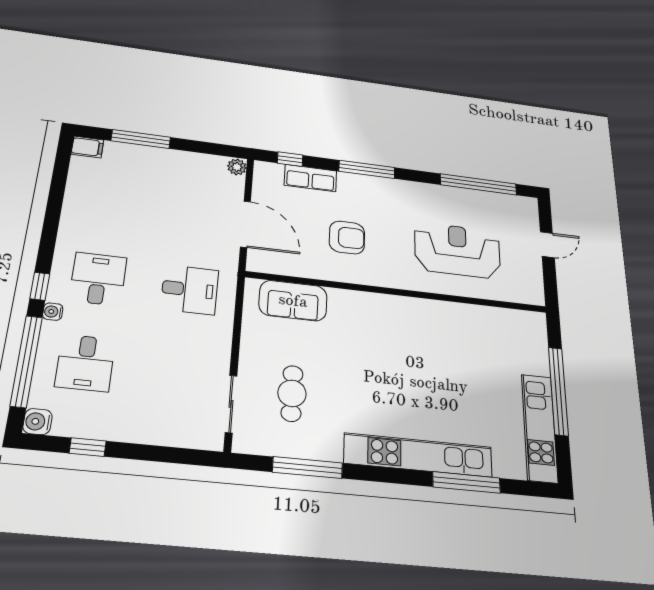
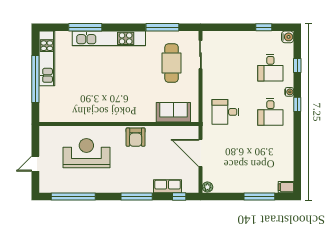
armchair: (347, 238) -> (136, 137), moved, turned -90
reception desk: (458, 250) -> (86, 153), turned 180
window: (26, 361) -> (297, 65), width x0.32
desk: (85, 363) -> (270, 68), turned 180
cafe table: (292, 393) -> (172, 63), width x1.37, depth x1.35

